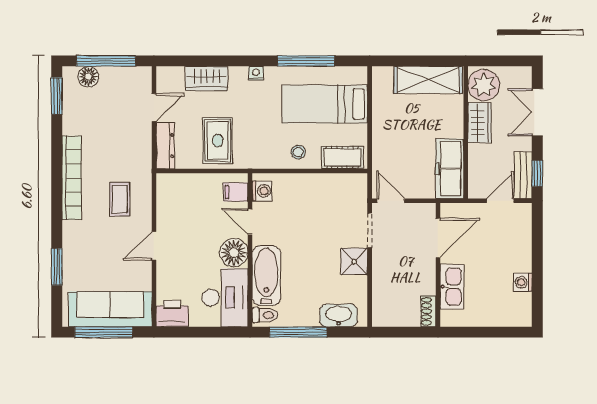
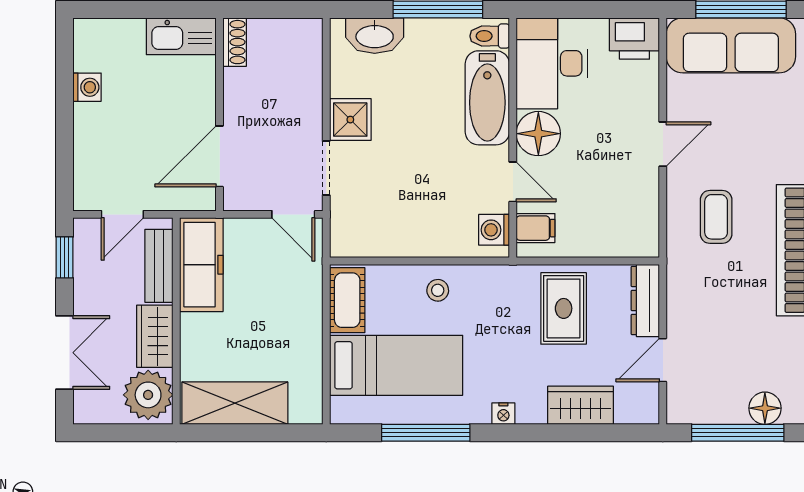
cot: (342, 157) -> (347, 300), moved, turned 90
bench: (523, 175) -> (159, 266), moved
kitchen sink: (452, 287) -> (181, 36), moved, turned -90

